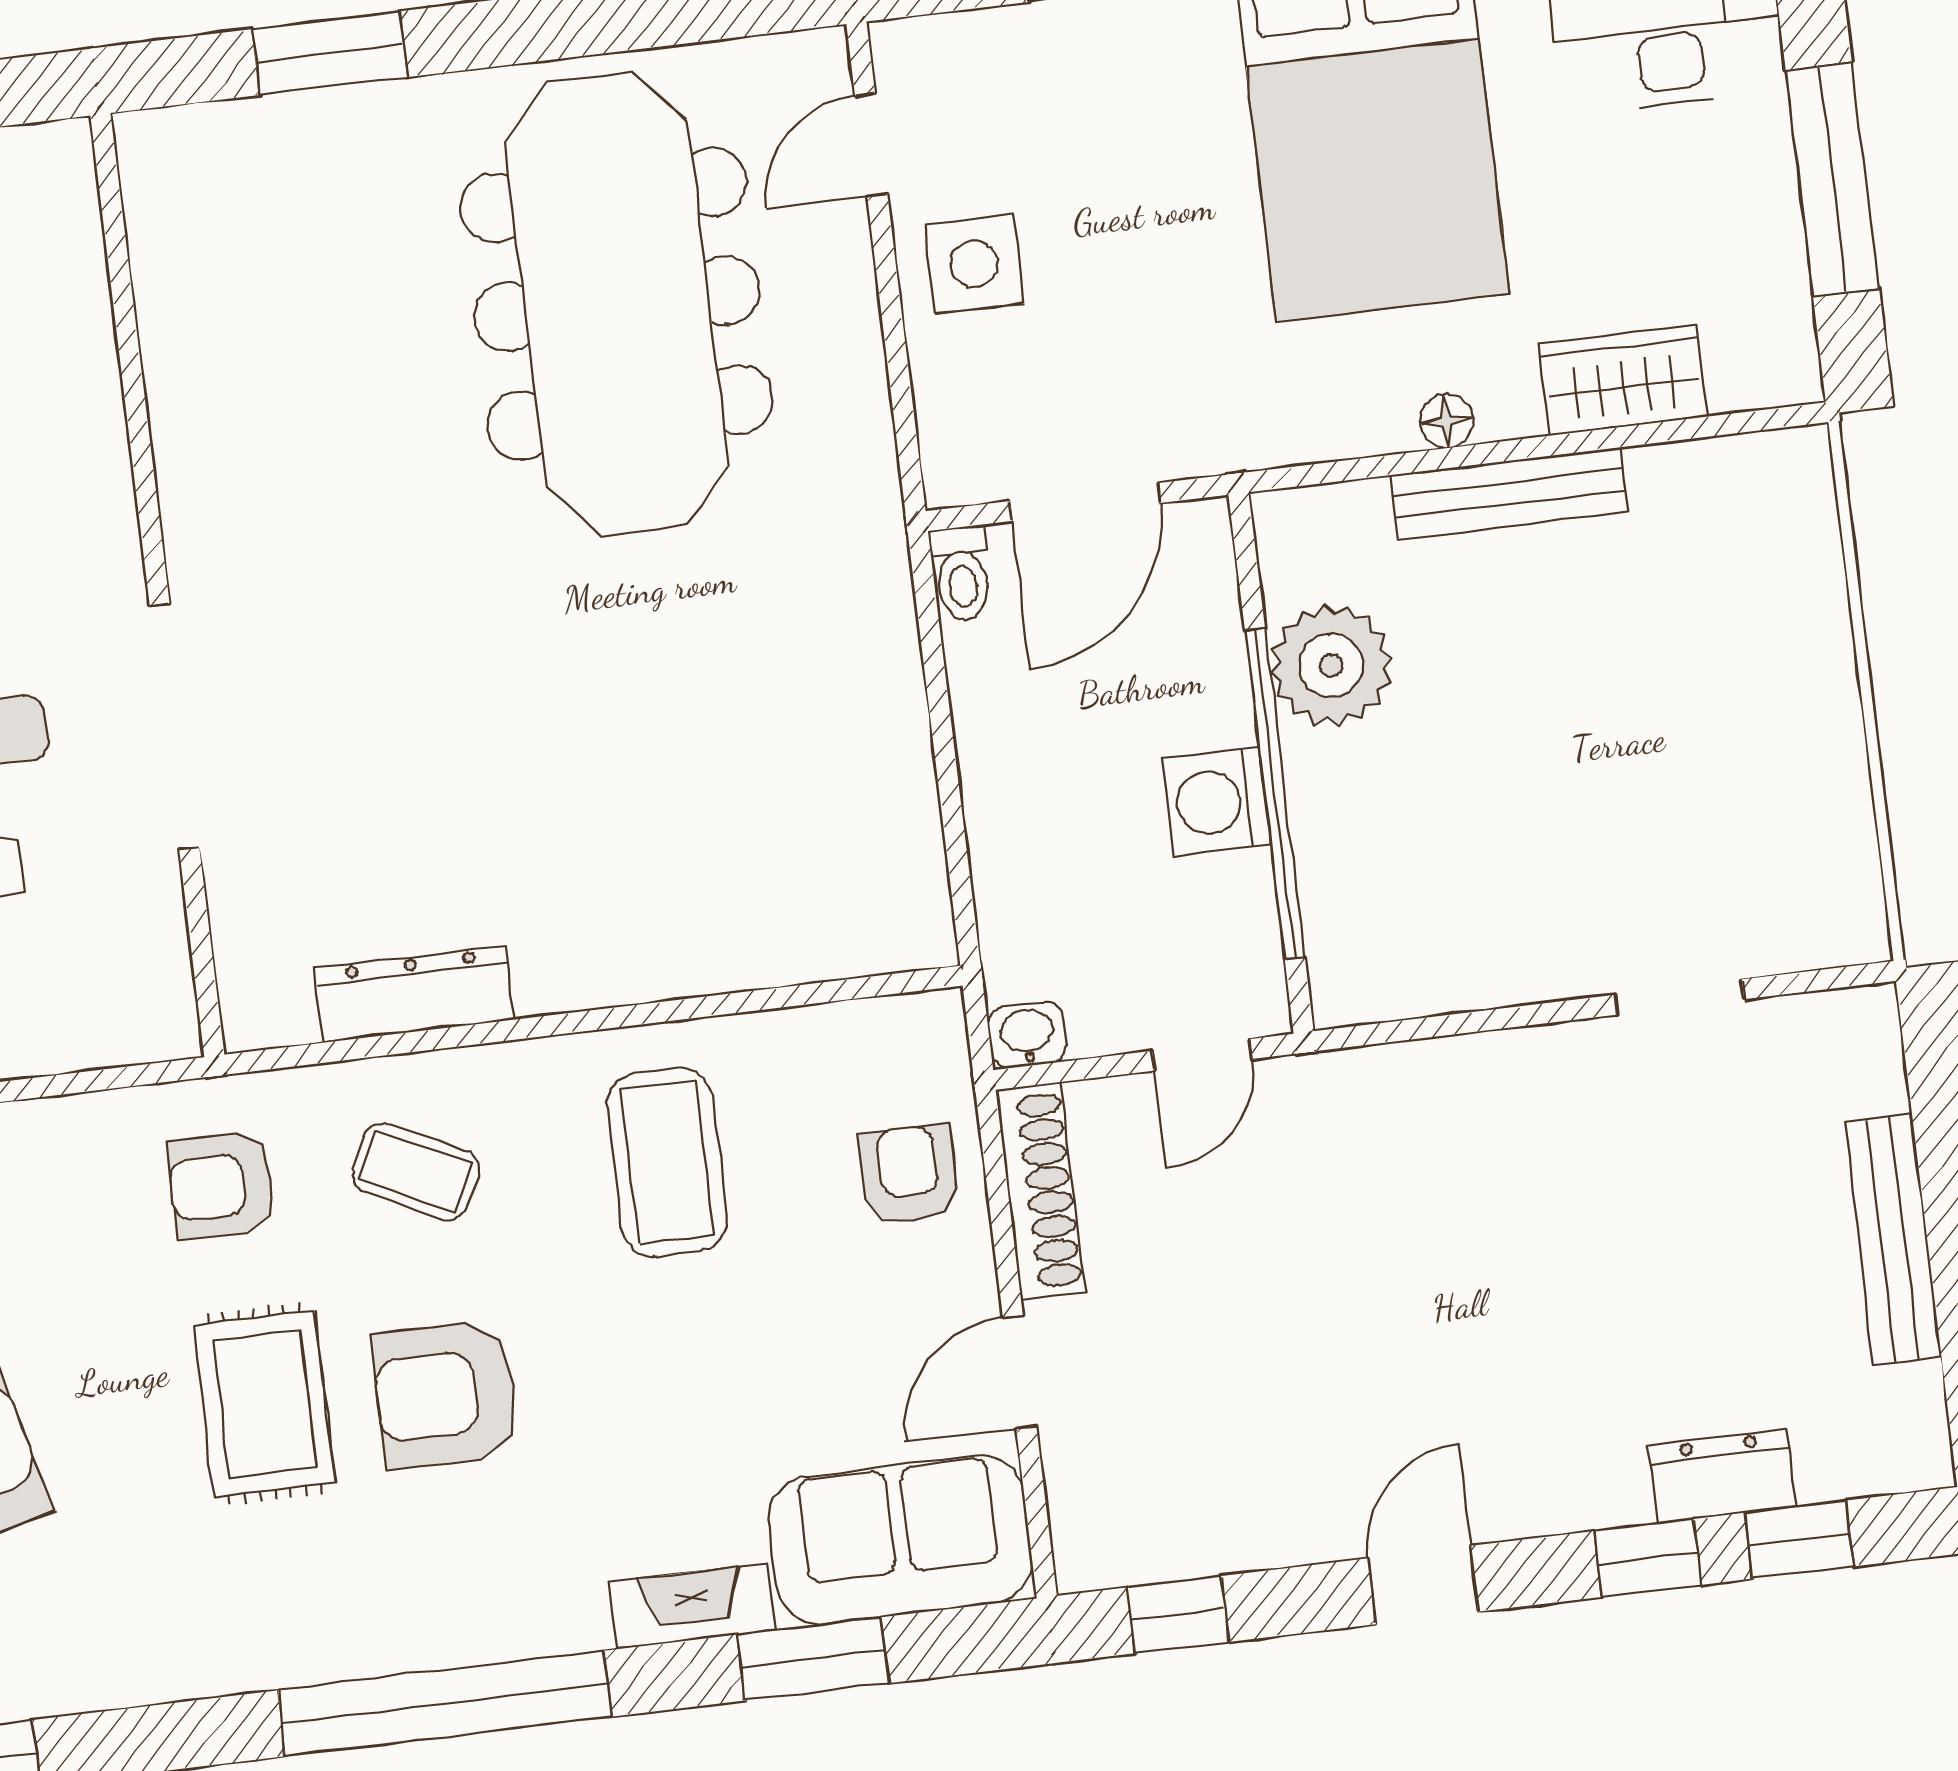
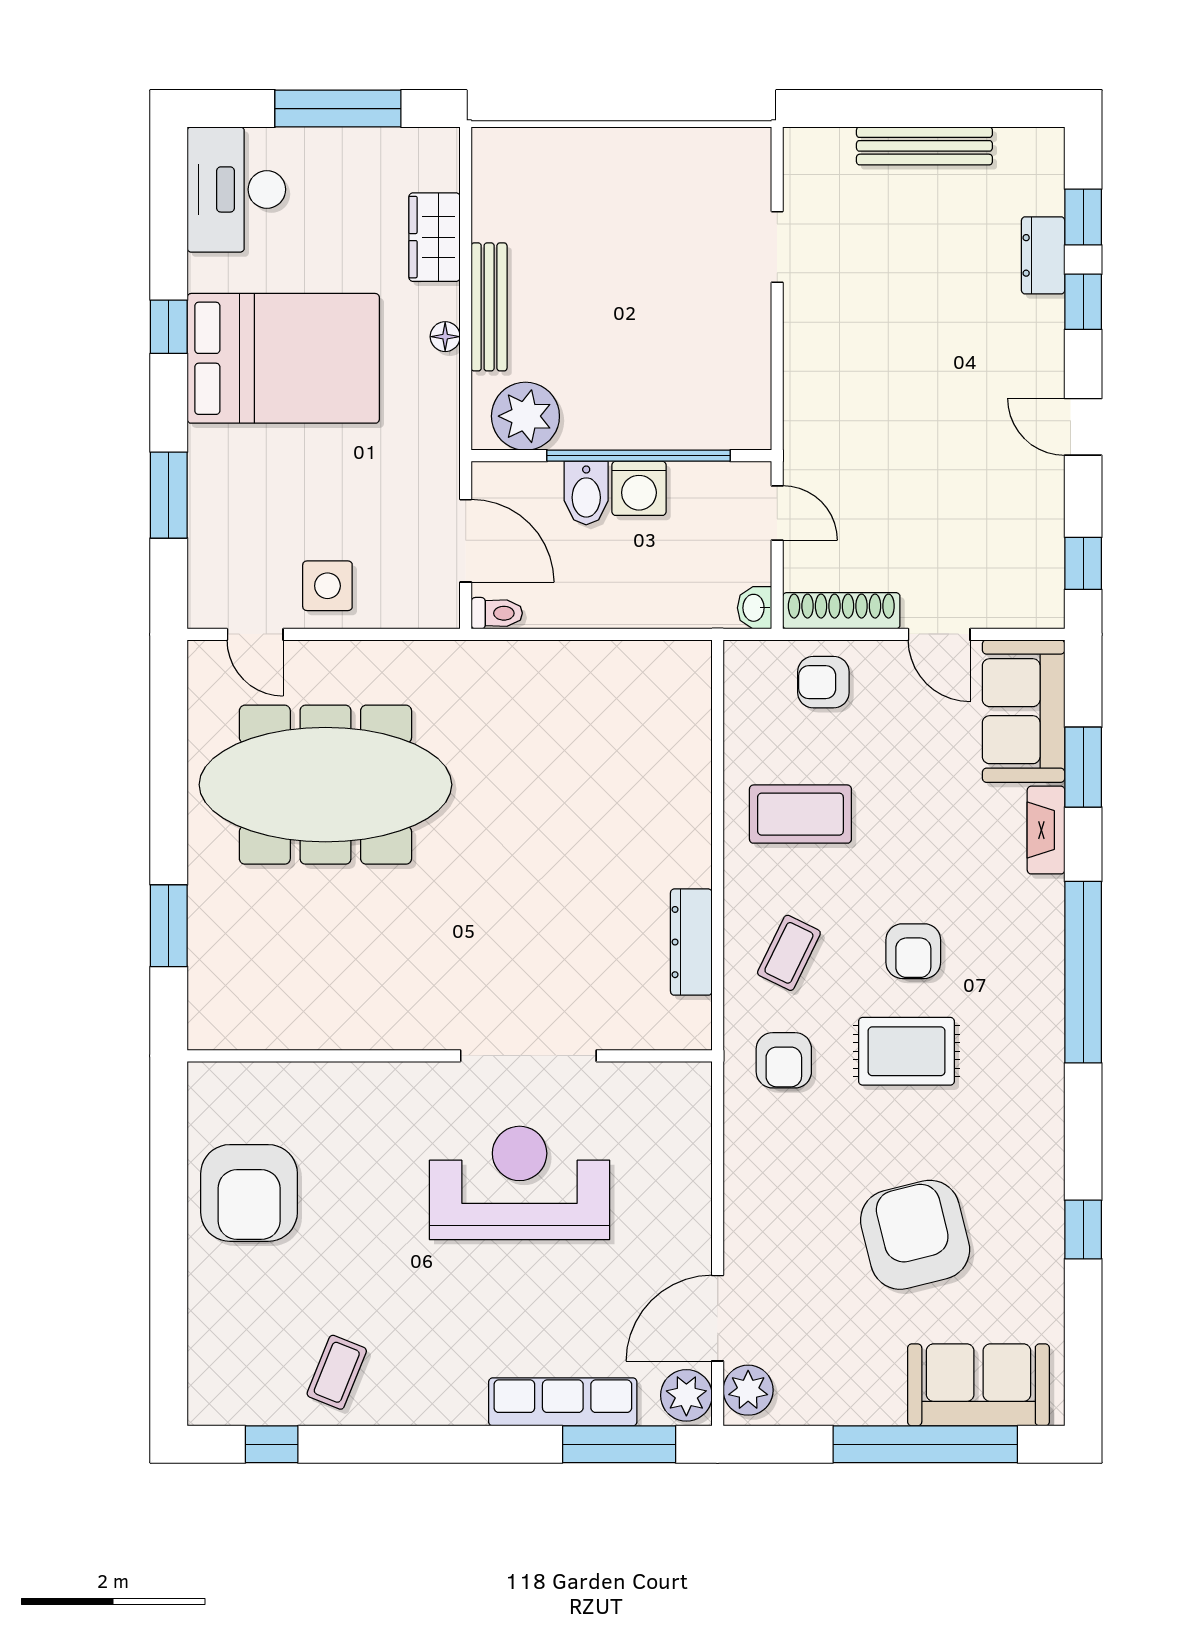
plant: (1331, 666) -> (525, 416), moved
bidet: (1197, 708) -> (586, 493), added
armchair: (446, 1394) -> (913, 951), width x0.72, depth x0.72

